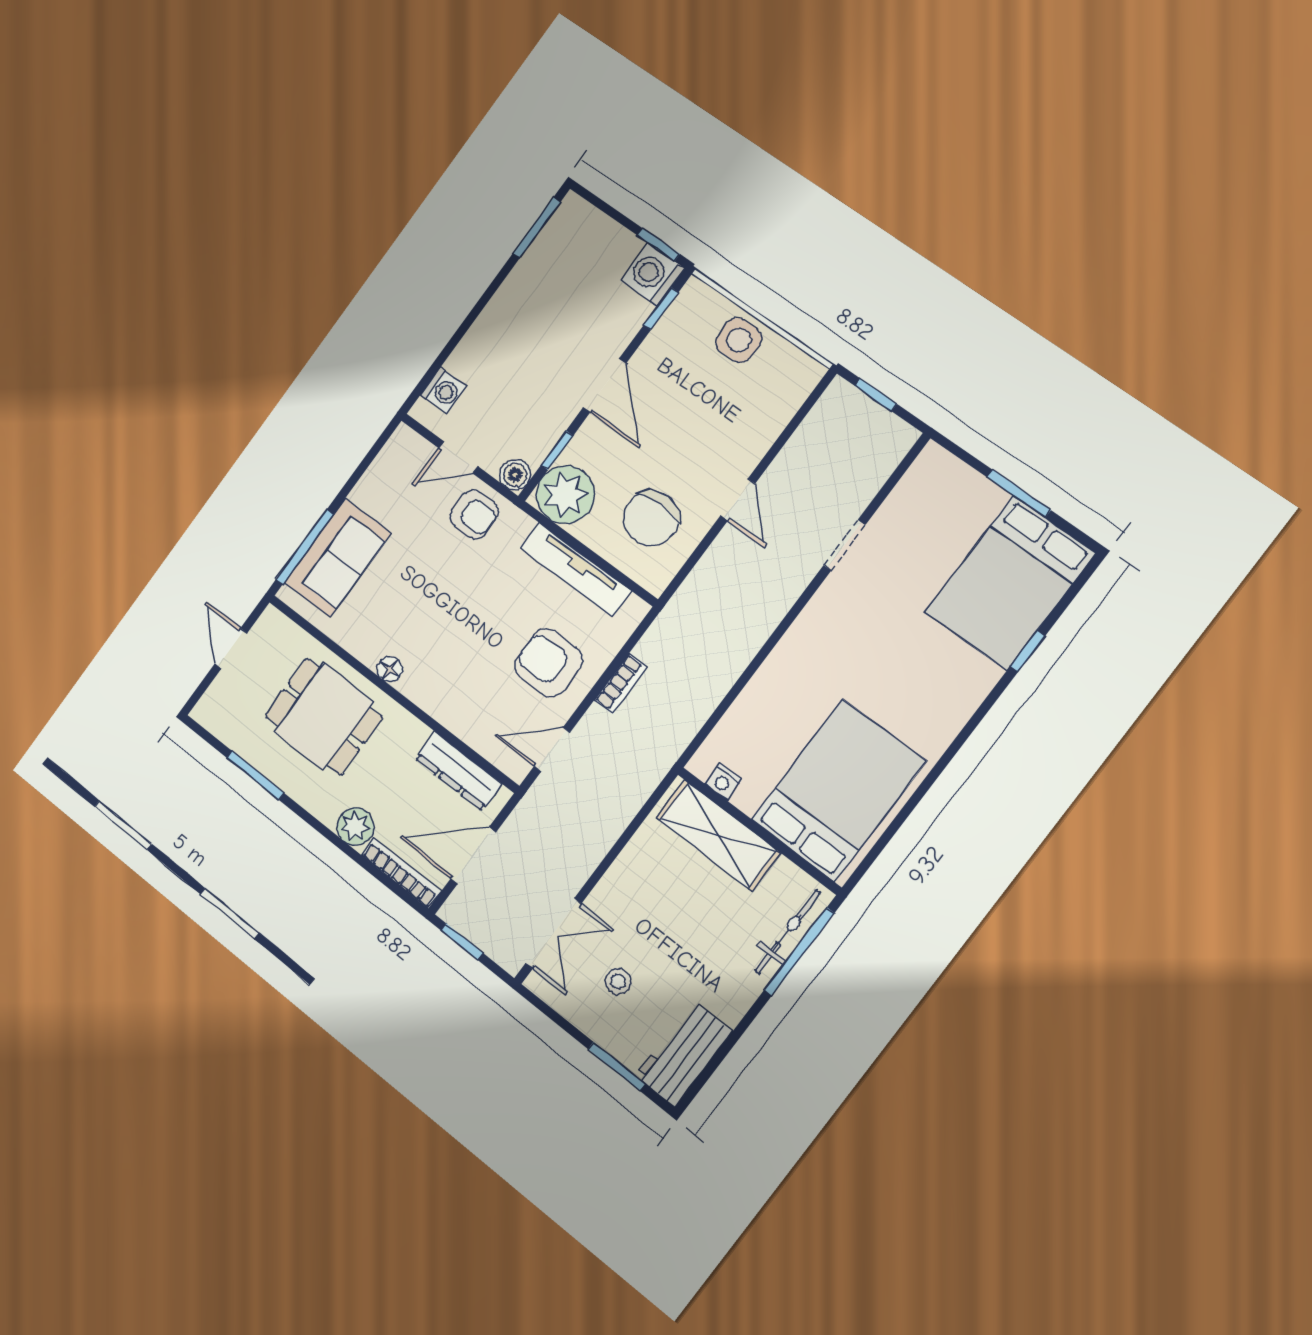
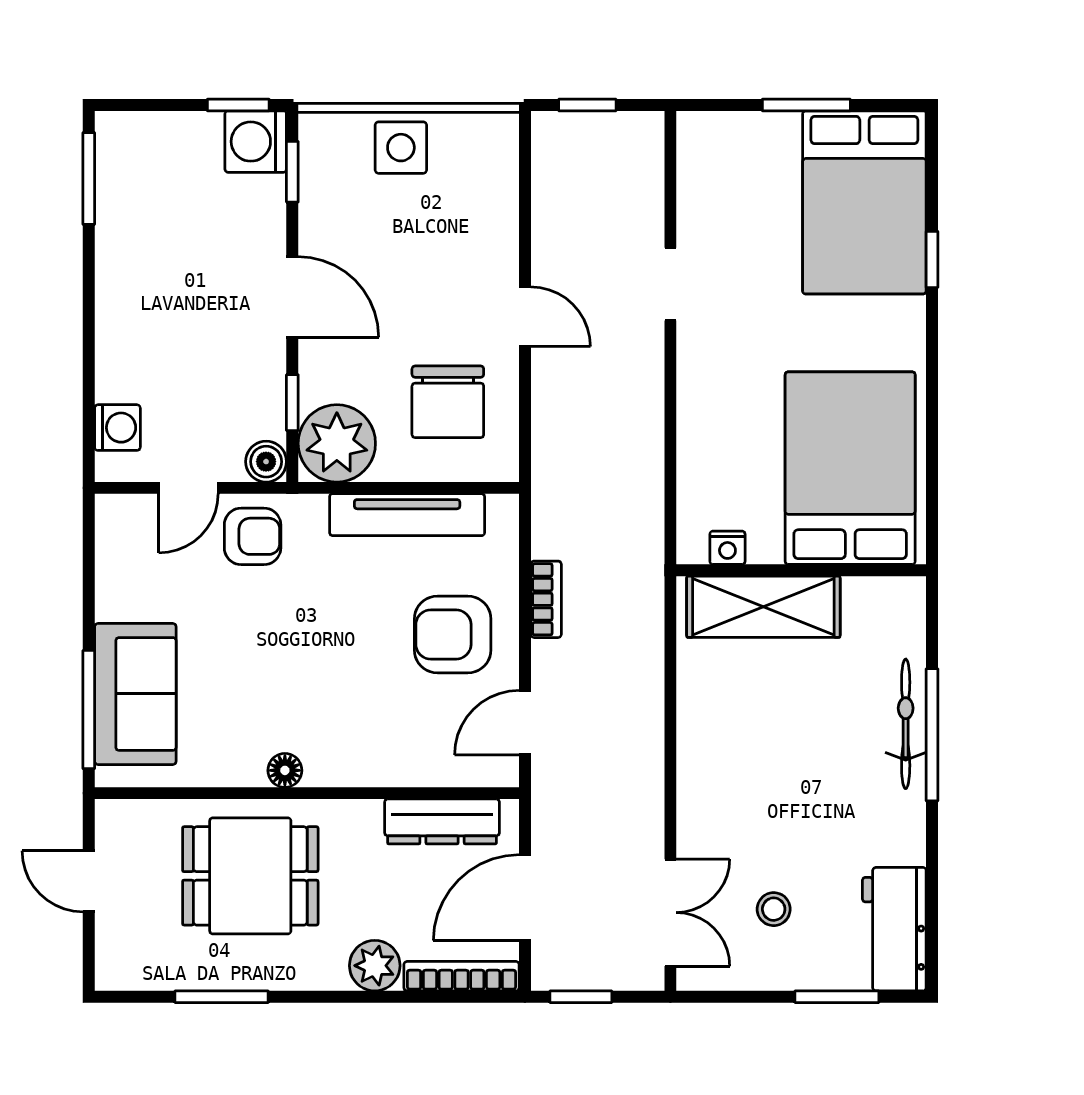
nightstand: (723, 781) -> (727, 548), moved
bed: (839, 790) -> (850, 468), moved
wall: (759, 831) -> (801, 570), moved
shelving: (718, 835) -> (763, 607), moved

